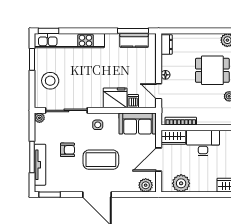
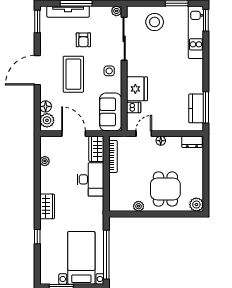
kitchen unit: (69, 41) -> (196, 32), width x0.73
plant: (181, 183) -> (45, 161), width x0.53, depth x0.53
floor lamp: (132, 187) -> (46, 106), added

